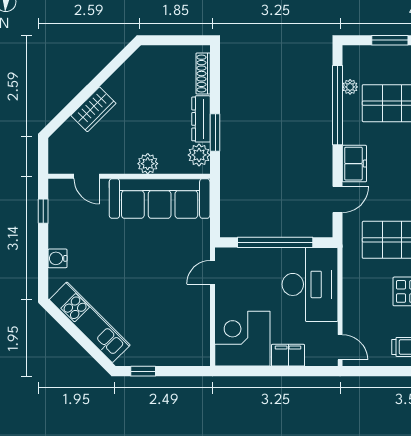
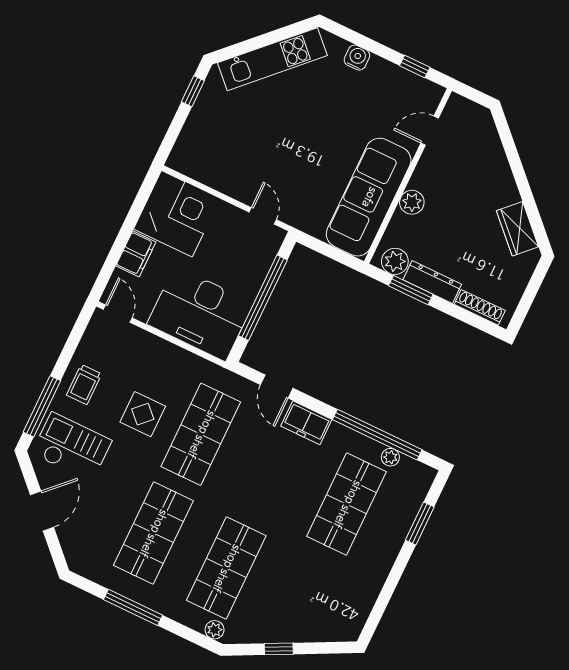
wardrobe: (93, 109) -> (517, 229), moved
door: (340, 347) -> (118, 314), swing flipped

